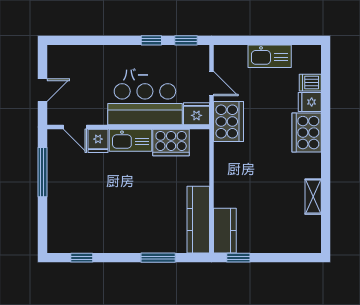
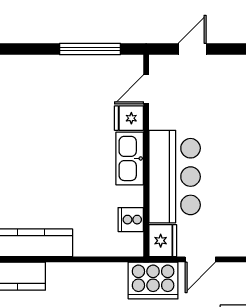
door: (42, 90) -> (192, 49), swing flipped
cooker: (171, 143) -> (131, 220), width x0.53, depth x0.76

